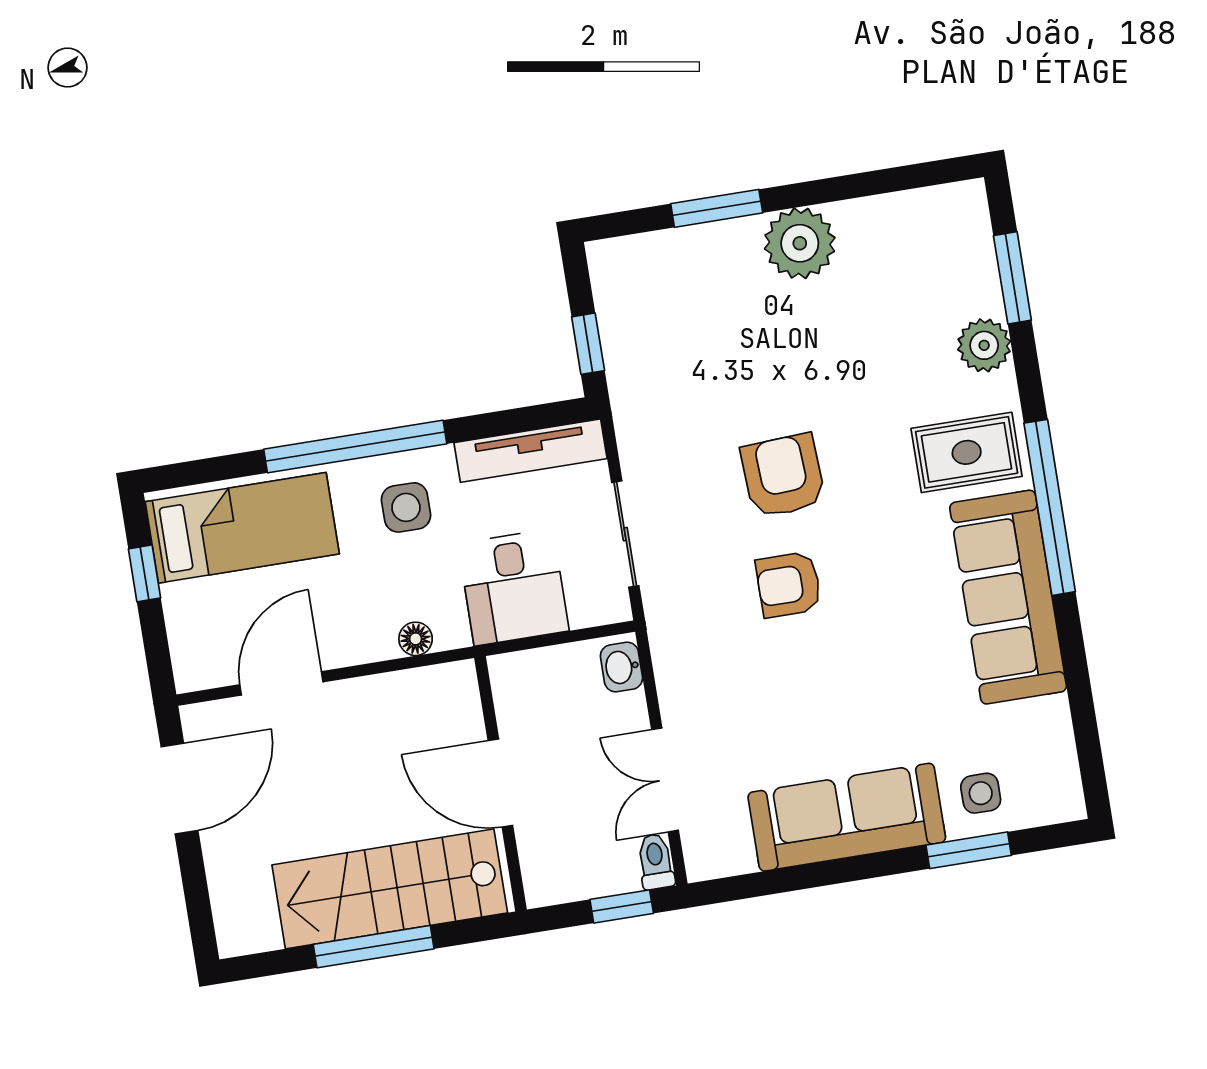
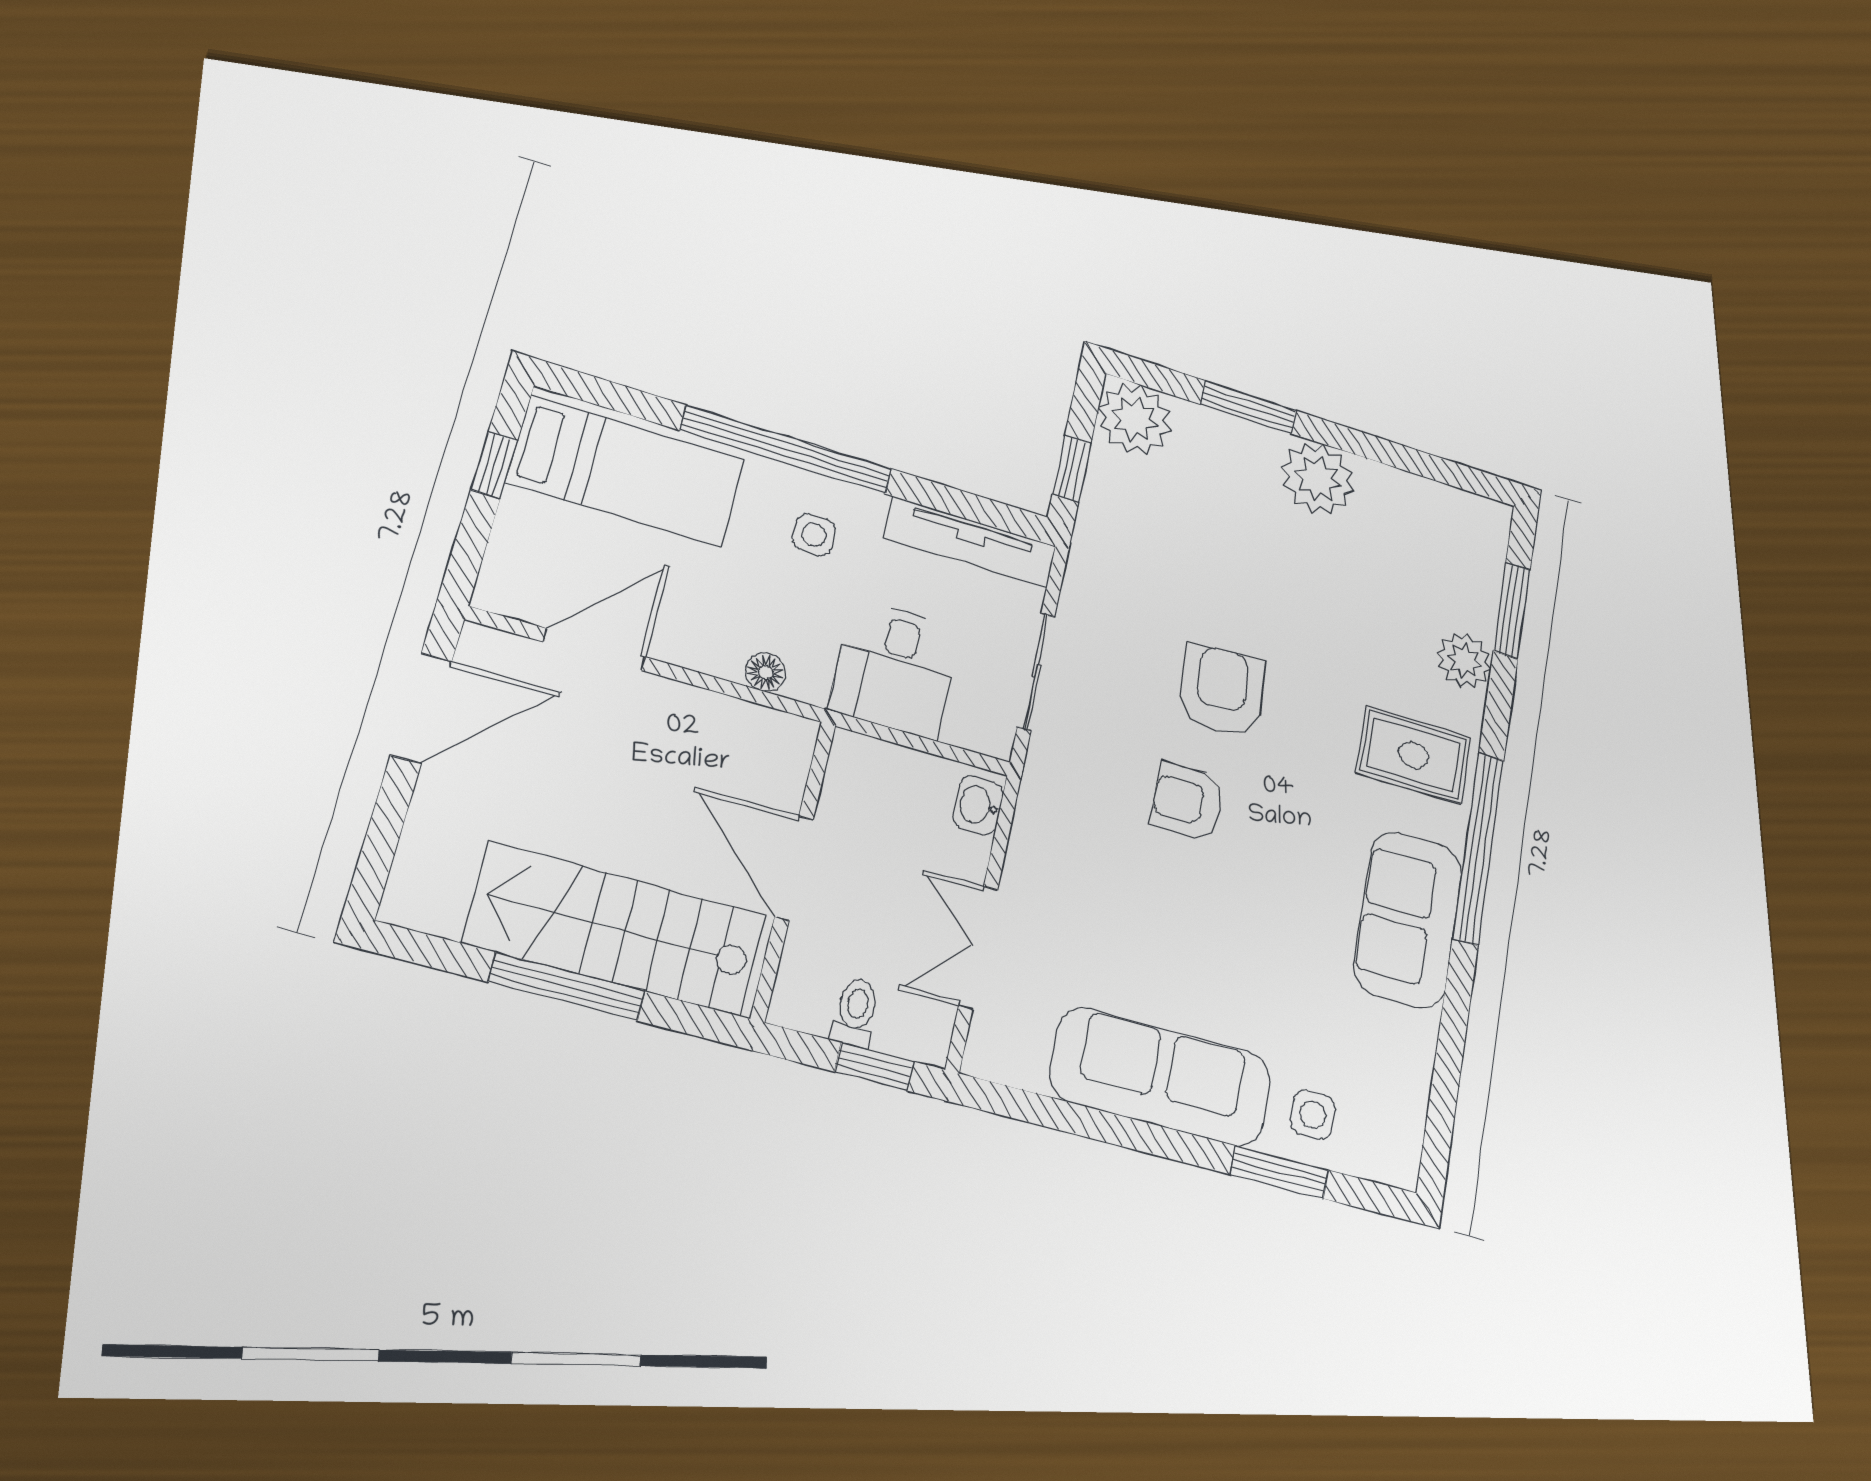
plant: (624, 271) -> (1135, 419), added
side table: (406, 507) -> (814, 535), width x0.73, depth x0.73
sofa: (1008, 597) -> (1408, 919), width x0.73
toilet: (656, 862) -> (856, 1012), moved

